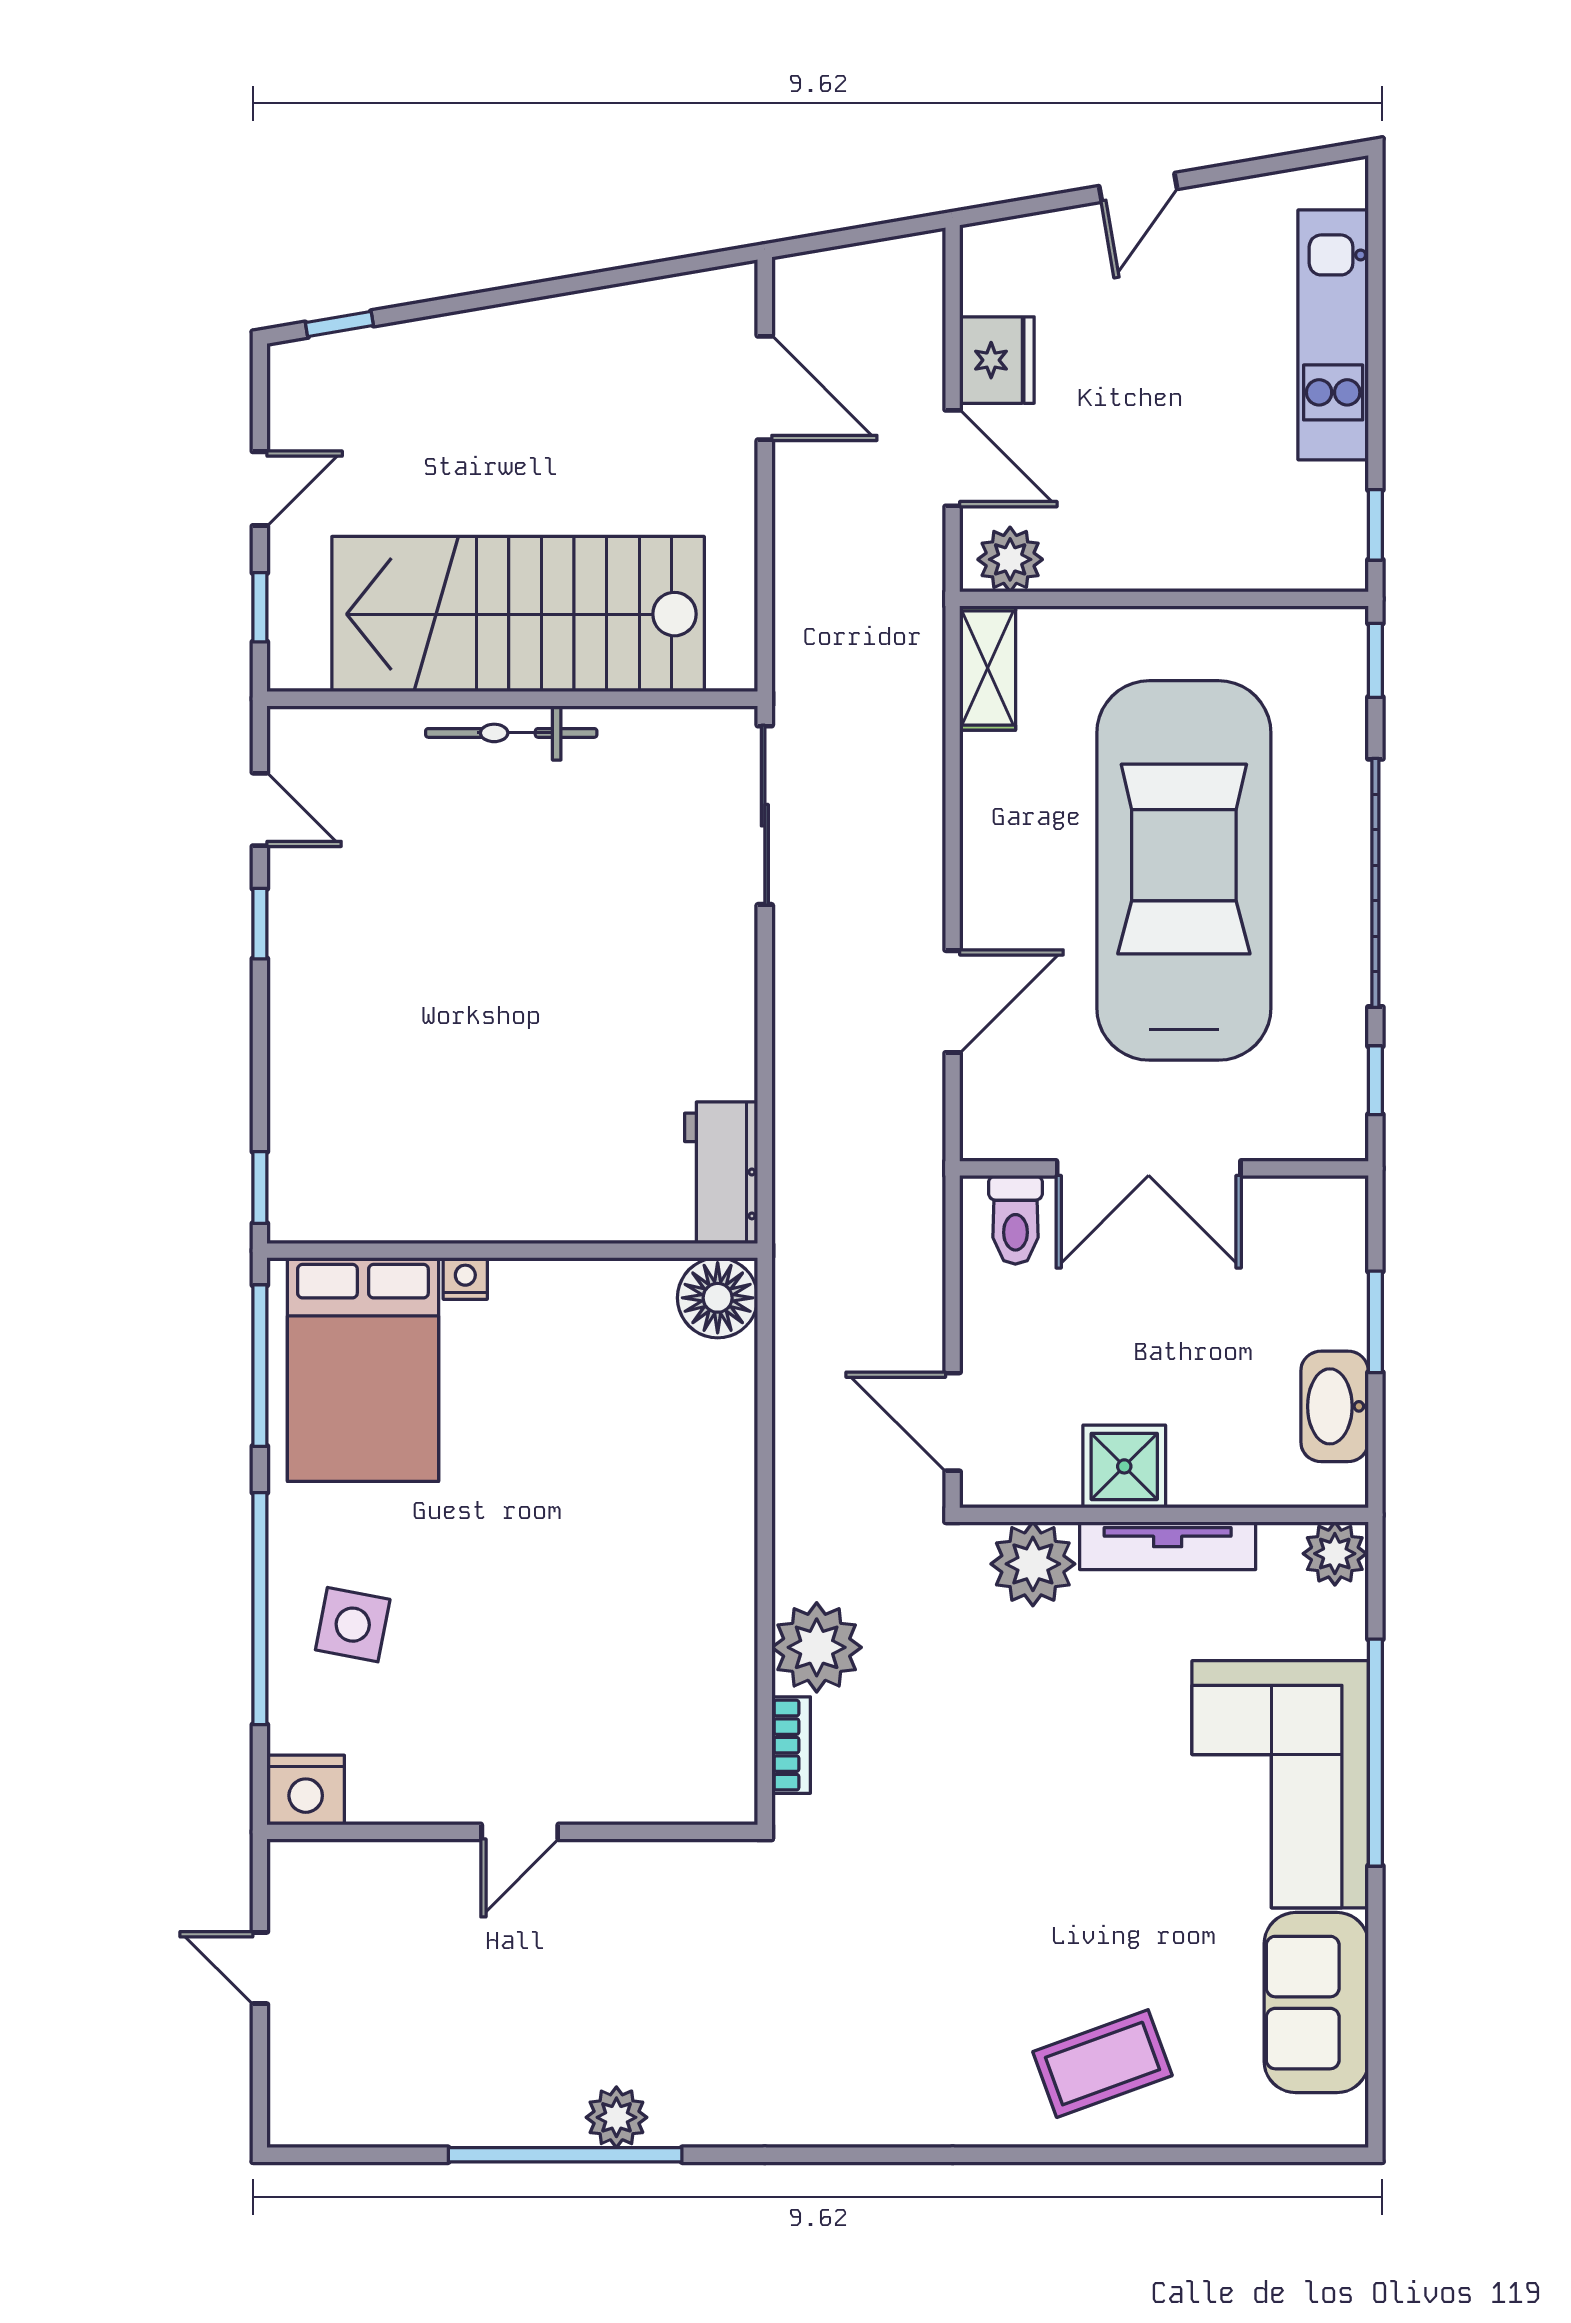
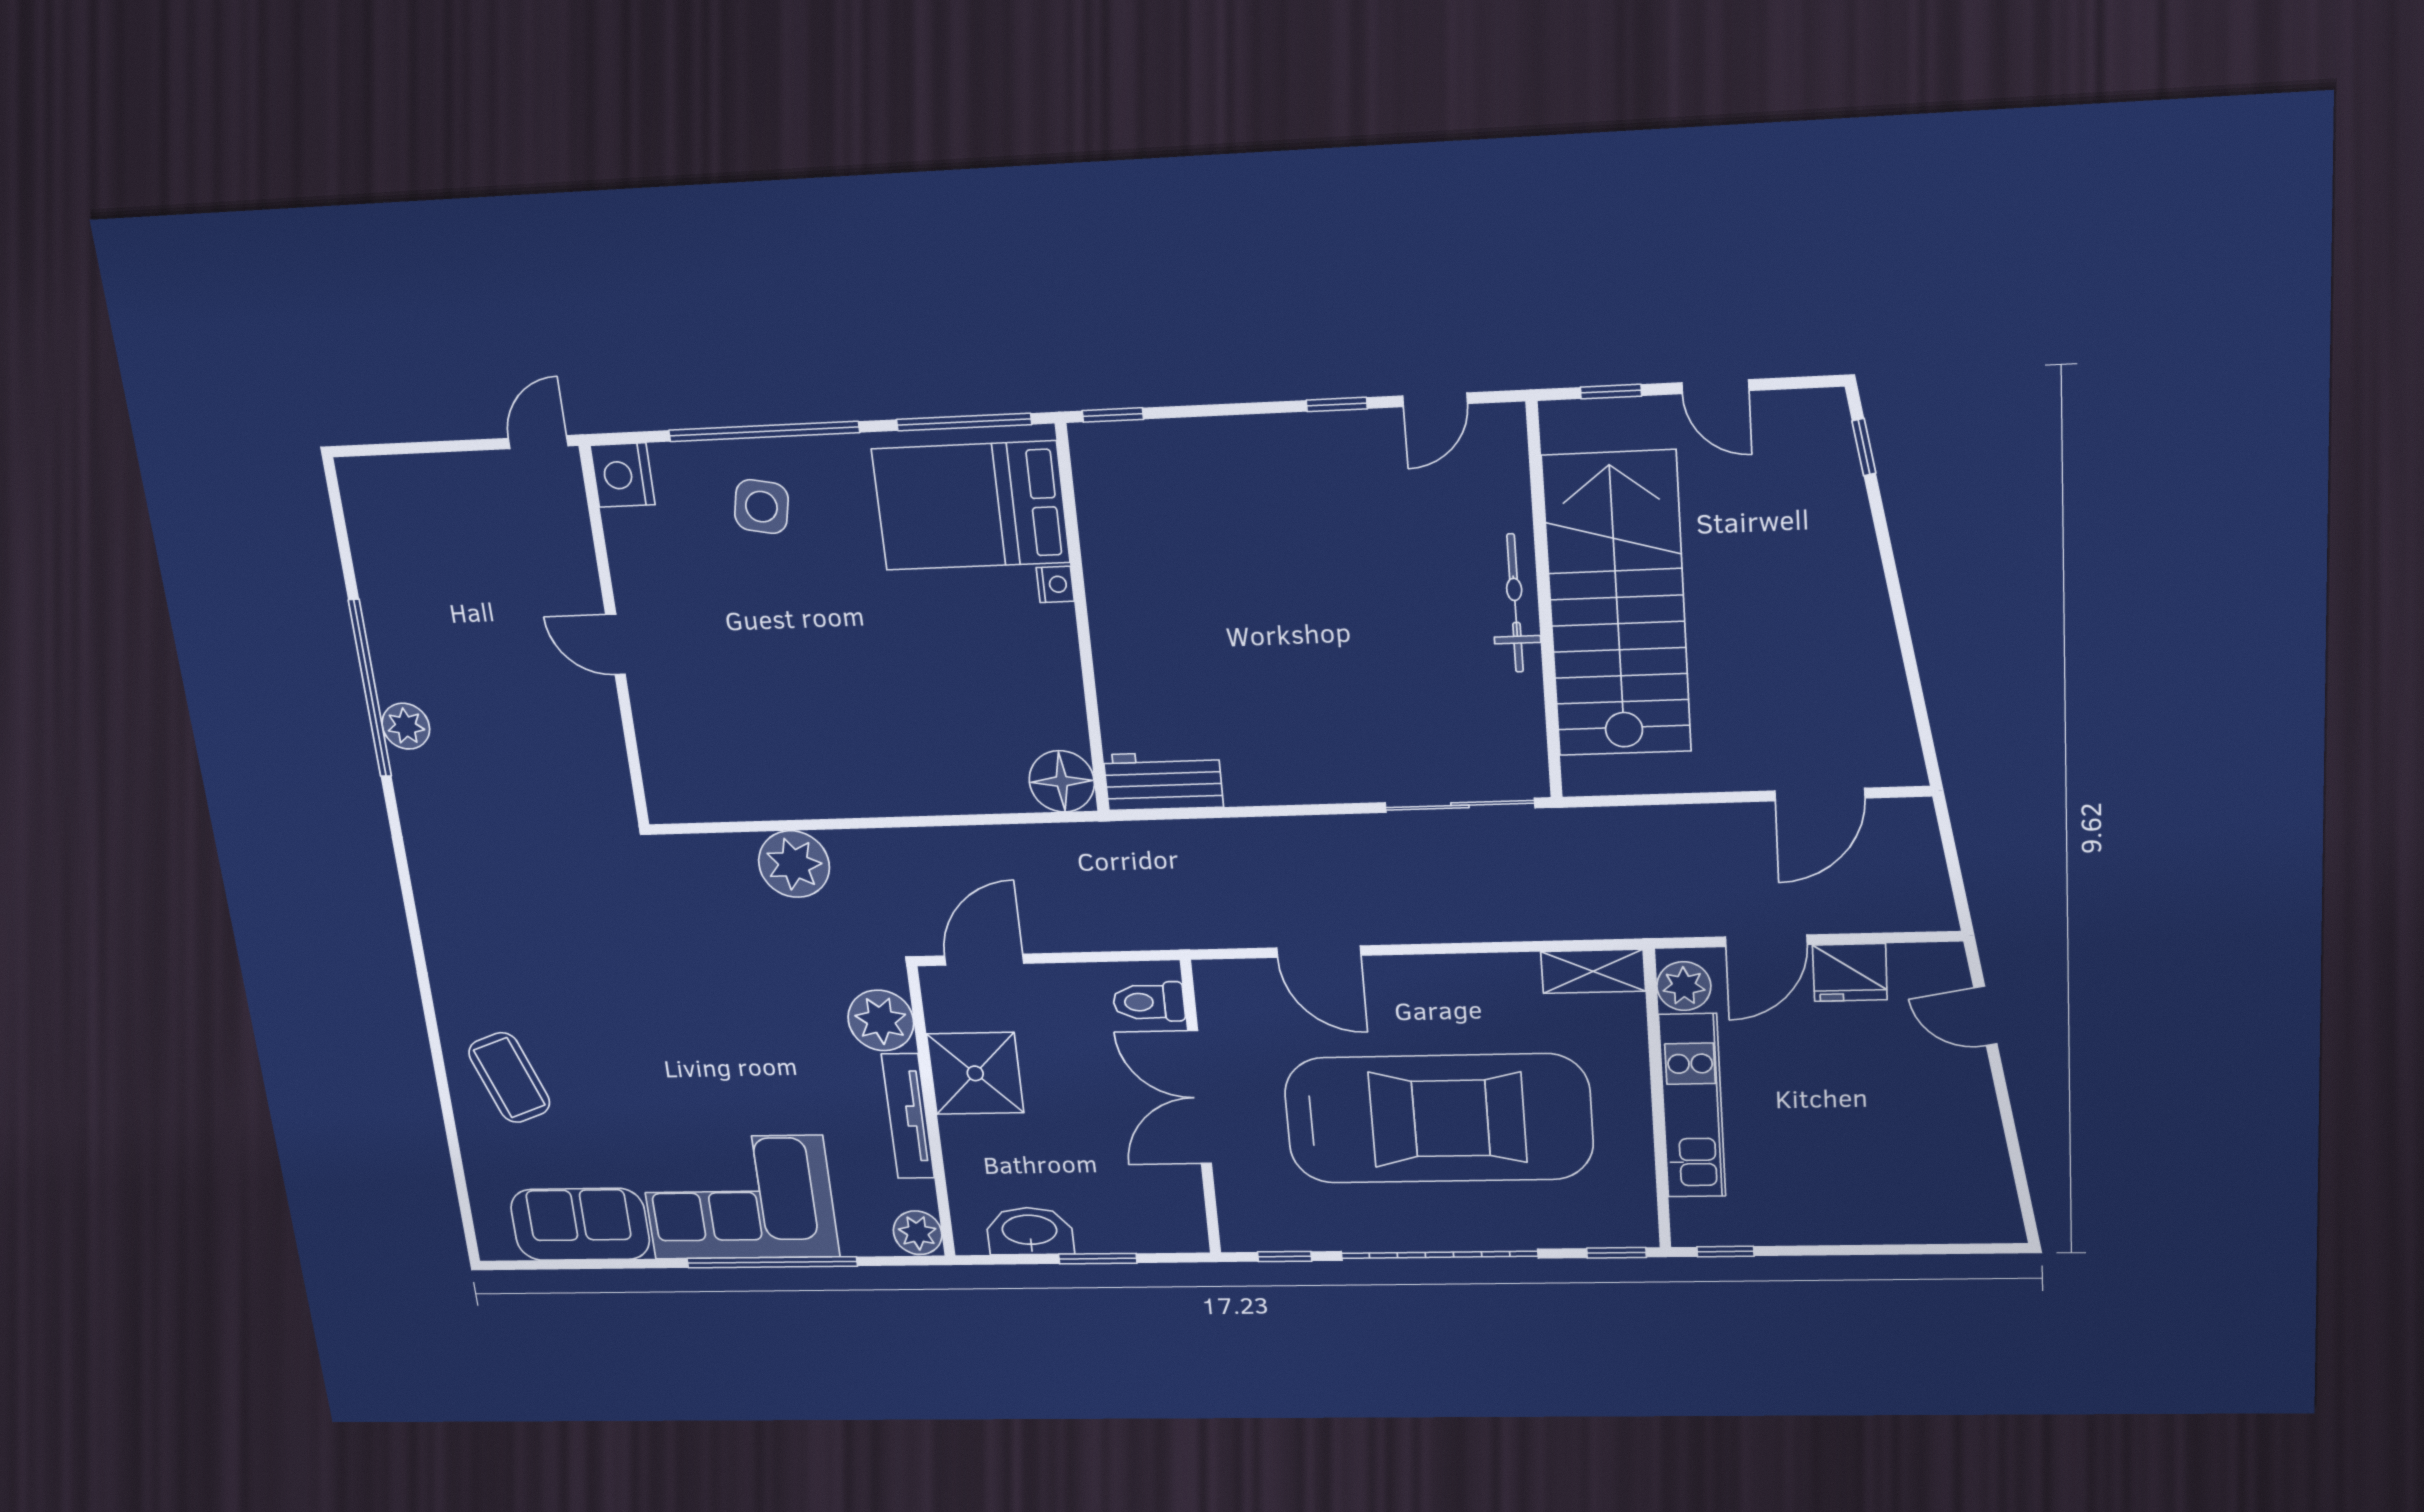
door: (1138, 187) -> (1985, 1016), moved
kitchen unit: (1333, 335) -> (1692, 1106), moved, turned 90
shower: (1124, 1466) -> (975, 1073), width x1.36, depth x1.36
bookcase: (791, 1745) -> (715, 847), removed
door: (260, 1968) -> (538, 442), moved

